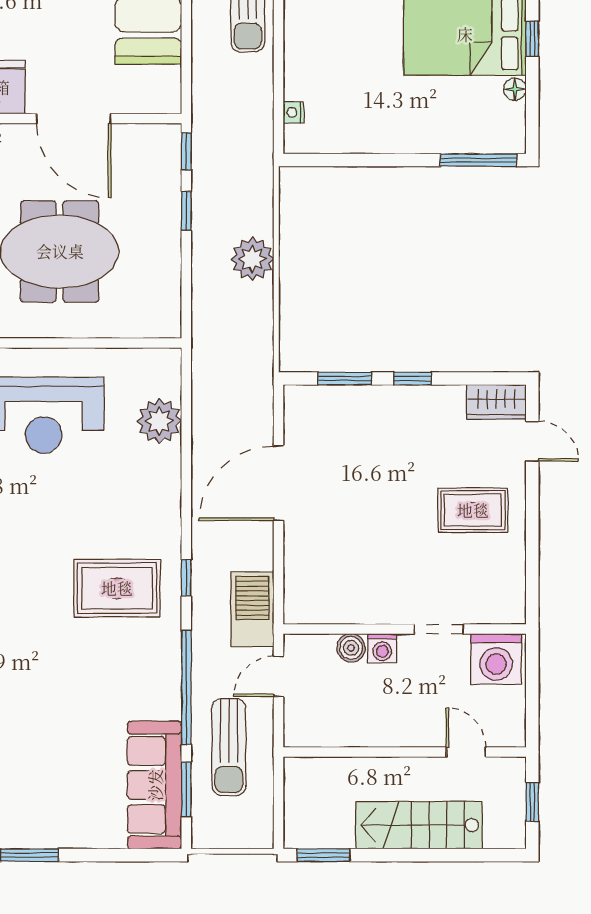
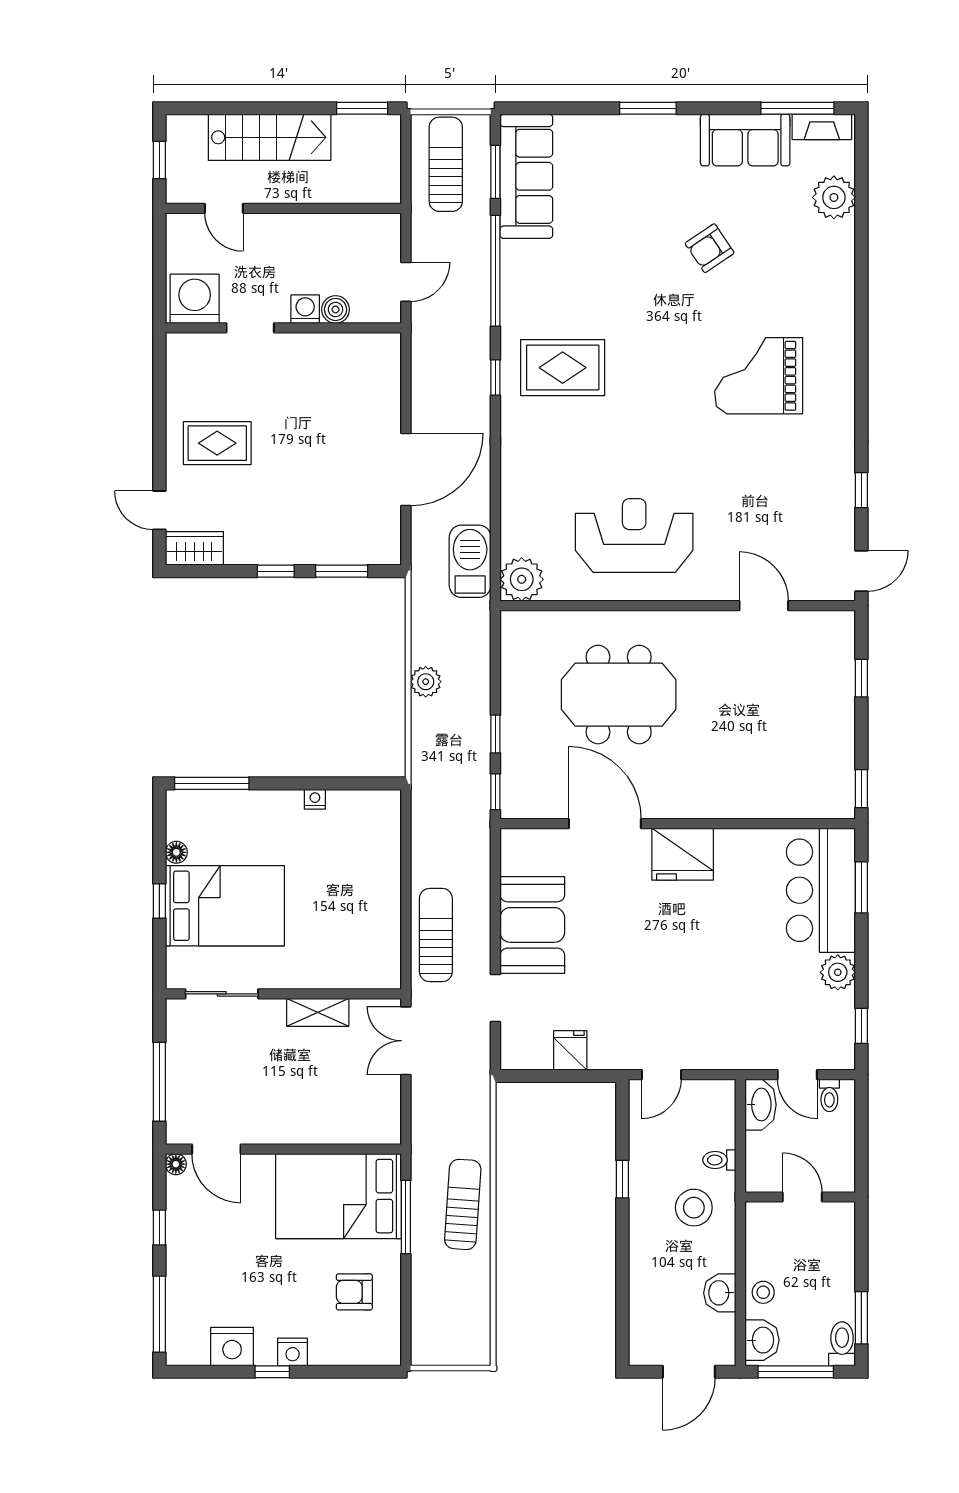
nightstand: (293, 112) -> (315, 799), moved, turned -90
plant: (252, 259) -> (426, 682), width x0.73, depth x0.73
plant: (159, 421) -> (522, 579), moved
barbecue: (252, 609) -> (470, 561), moved, turned 180
sun lounger: (229, 747) -> (446, 164), moved

